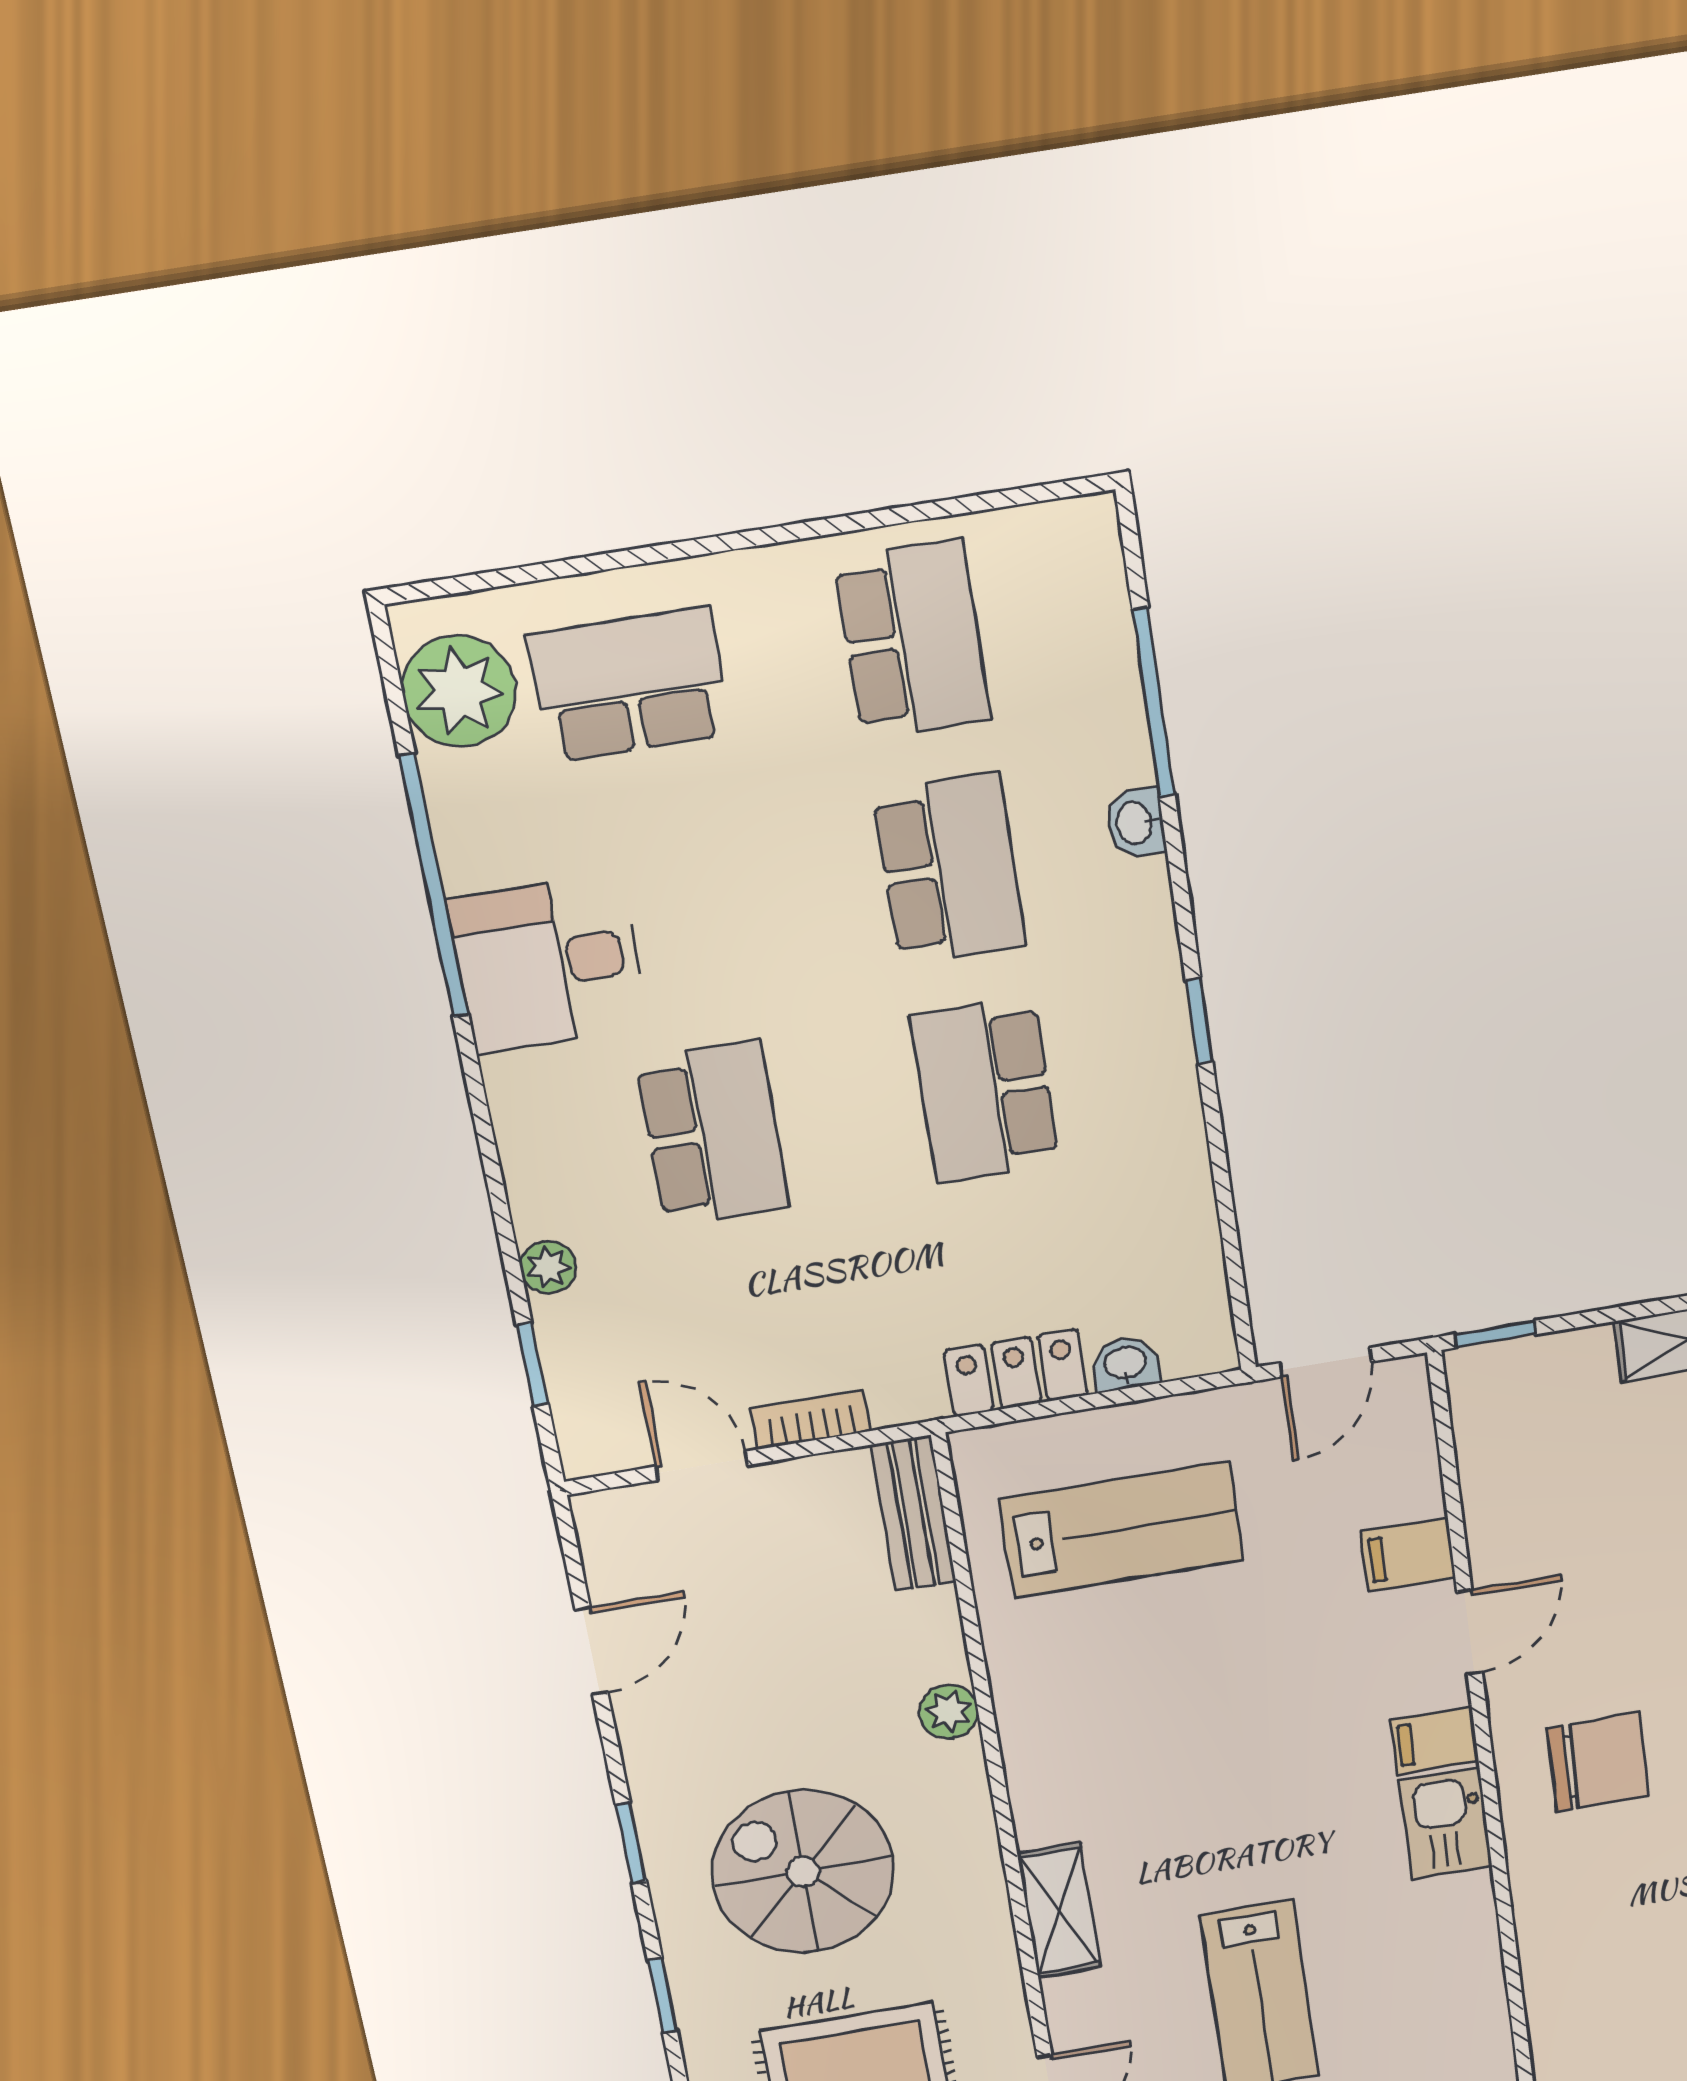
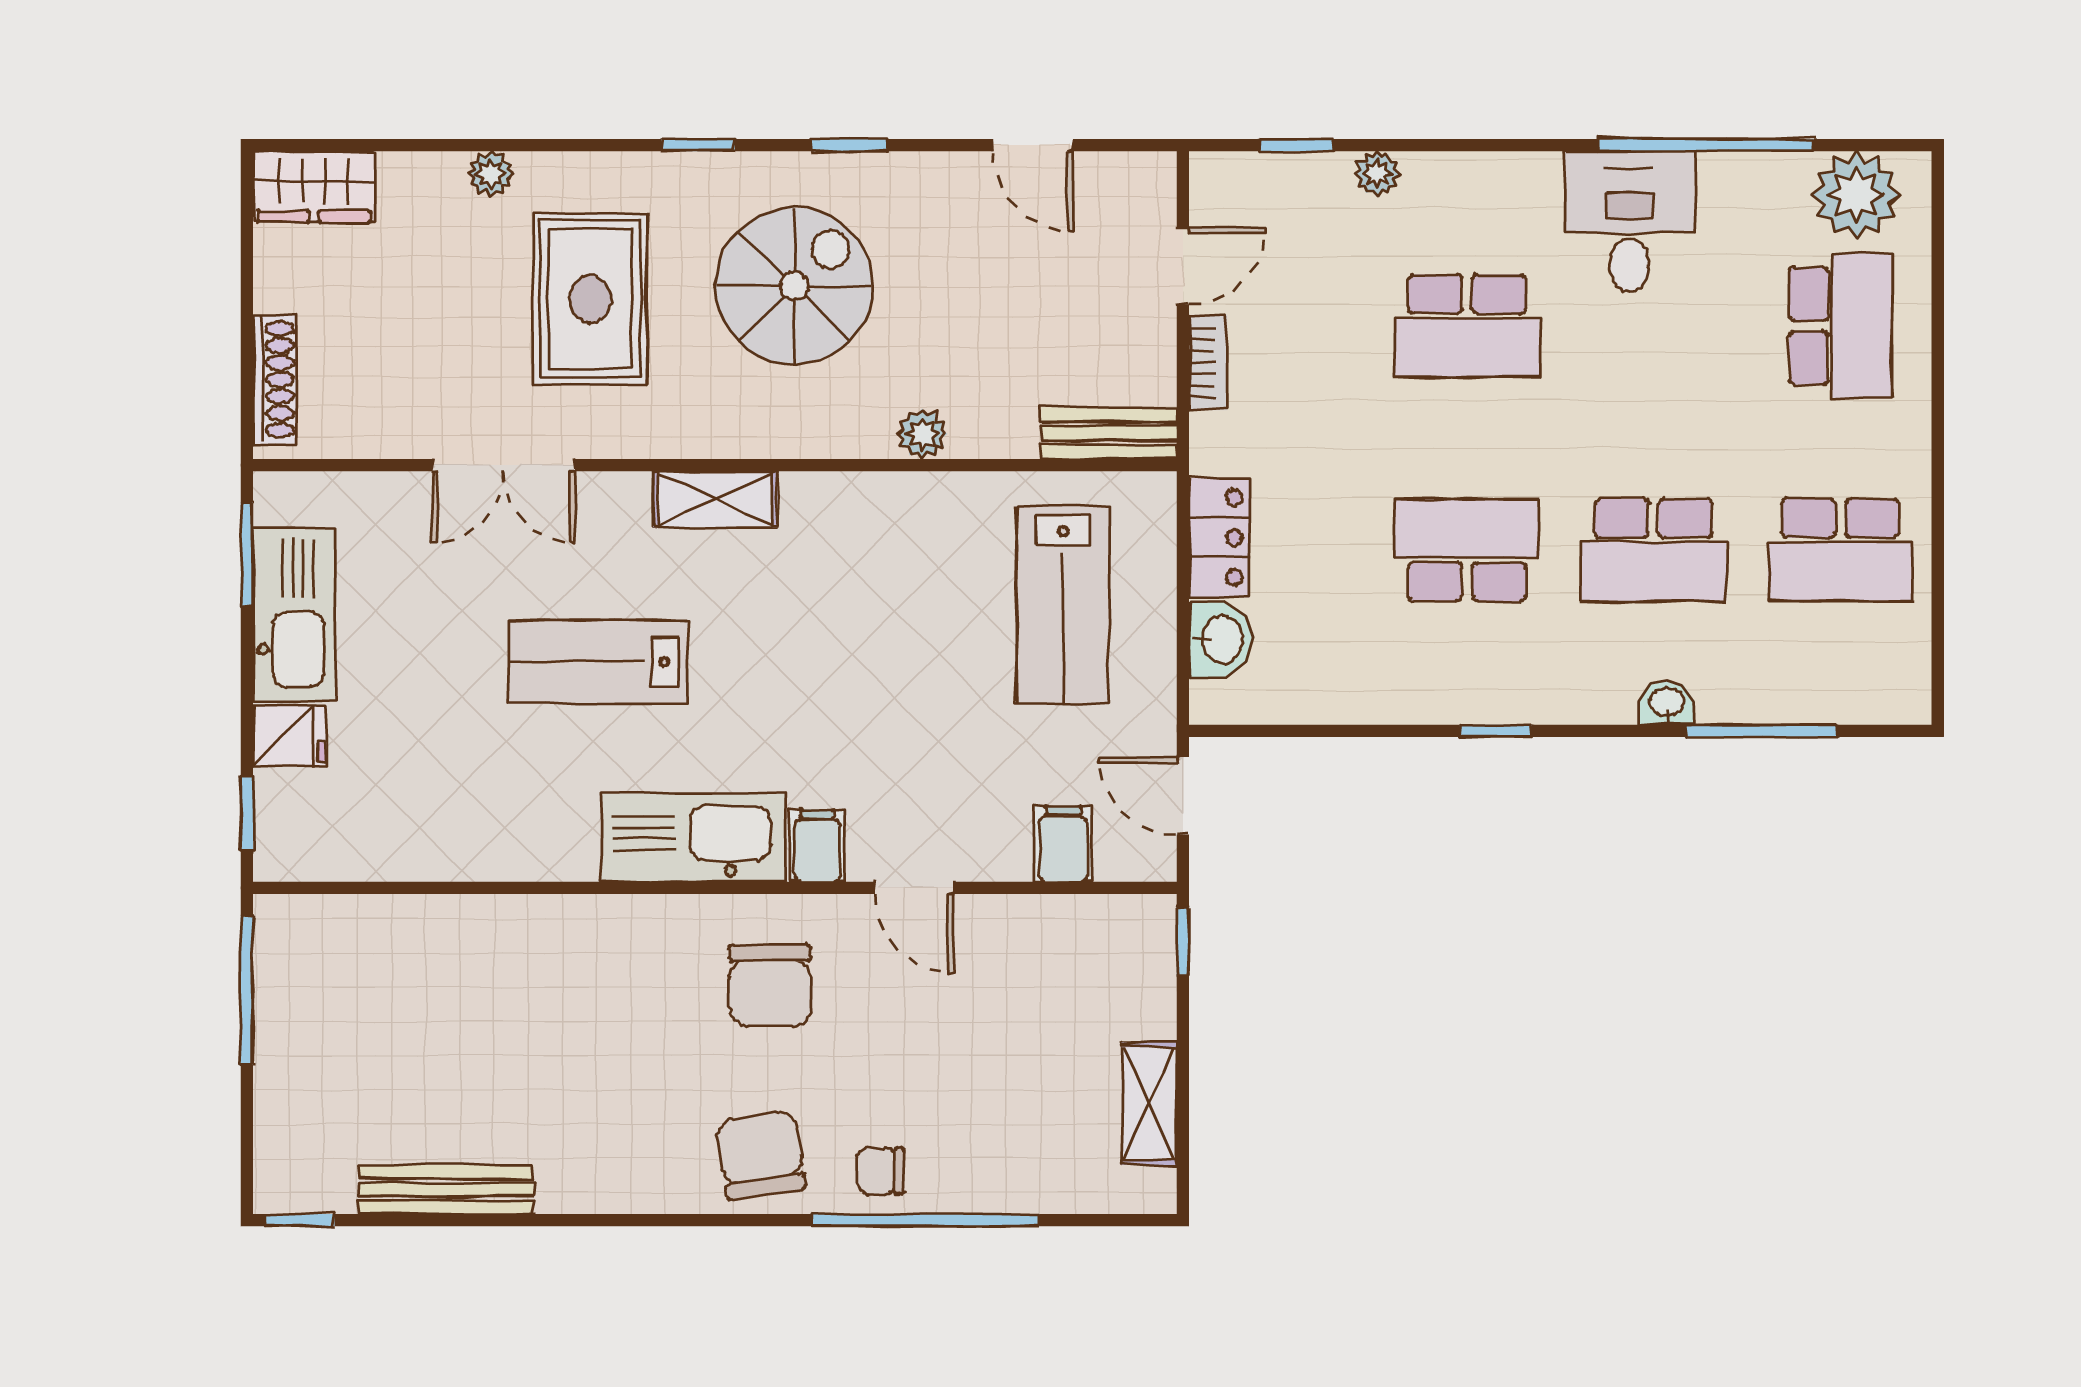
washbasin: (1125, 1364) -> (1221, 640), width x1.38, depth x1.45
filing cabinet: (1408, 1555) -> (1063, 844), moved
kitchen sink: (1446, 1823) -> (693, 838), width x1.88, depth x1.24

